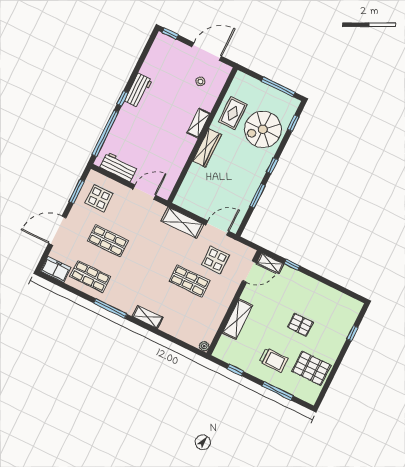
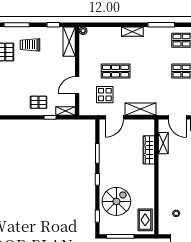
rug: (233, 113) -> (145, 220), moved
shelving: (198, 123) -> (163, 143), moved
wardrobe: (207, 148) -> (149, 150), moved
door: (144, 192) -> (177, 117), hinge flipped
door: (249, 272) -> (77, 85), moved
shelving: (237, 319) -> (69, 42), moved
pallet: (300, 325) -> (39, 102), moved

